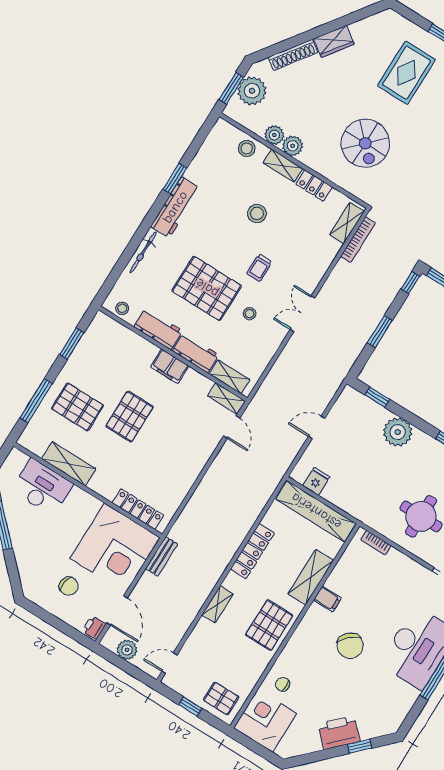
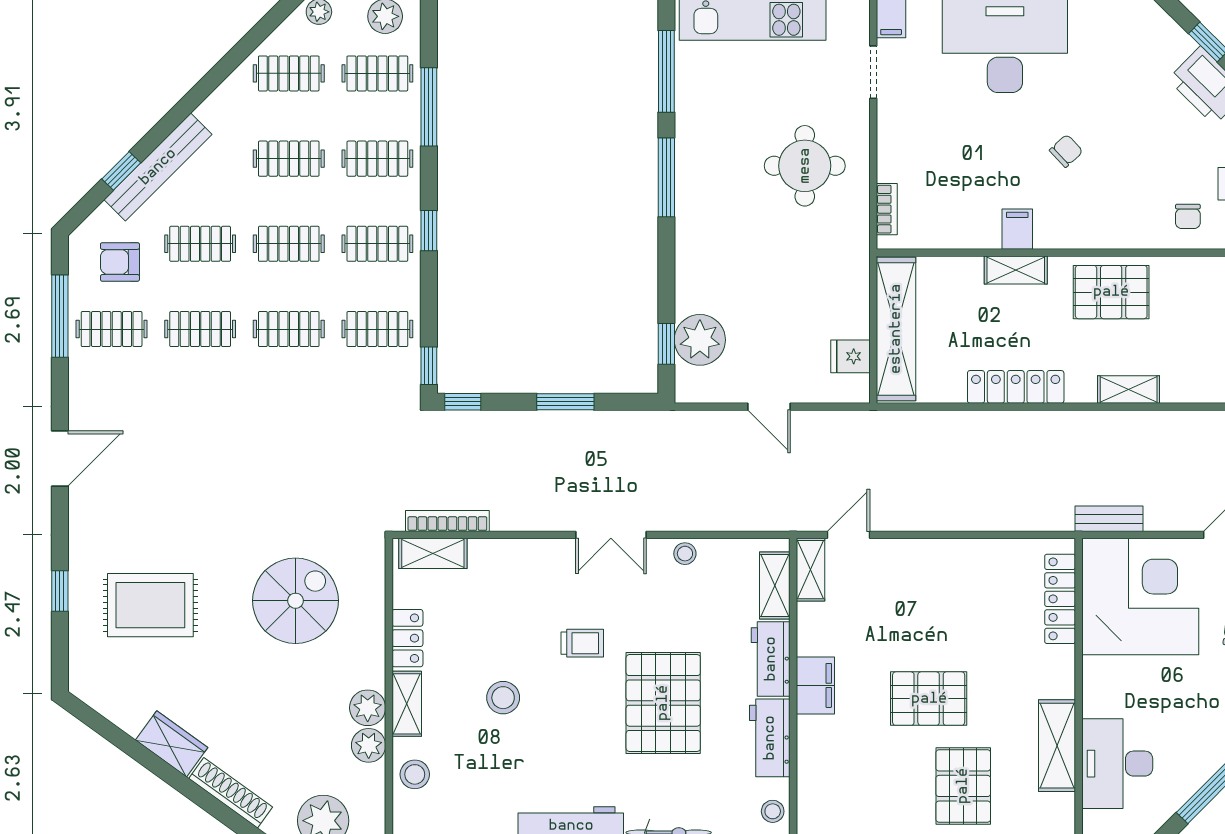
stool: (250, 314) -> (685, 554), moved
plant: (398, 432) -> (700, 340), moved
shelving: (311, 577) -> (1016, 270), width x0.67, depth x0.75
chair: (350, 646) -> (1066, 151), width x0.54, depth x0.54

